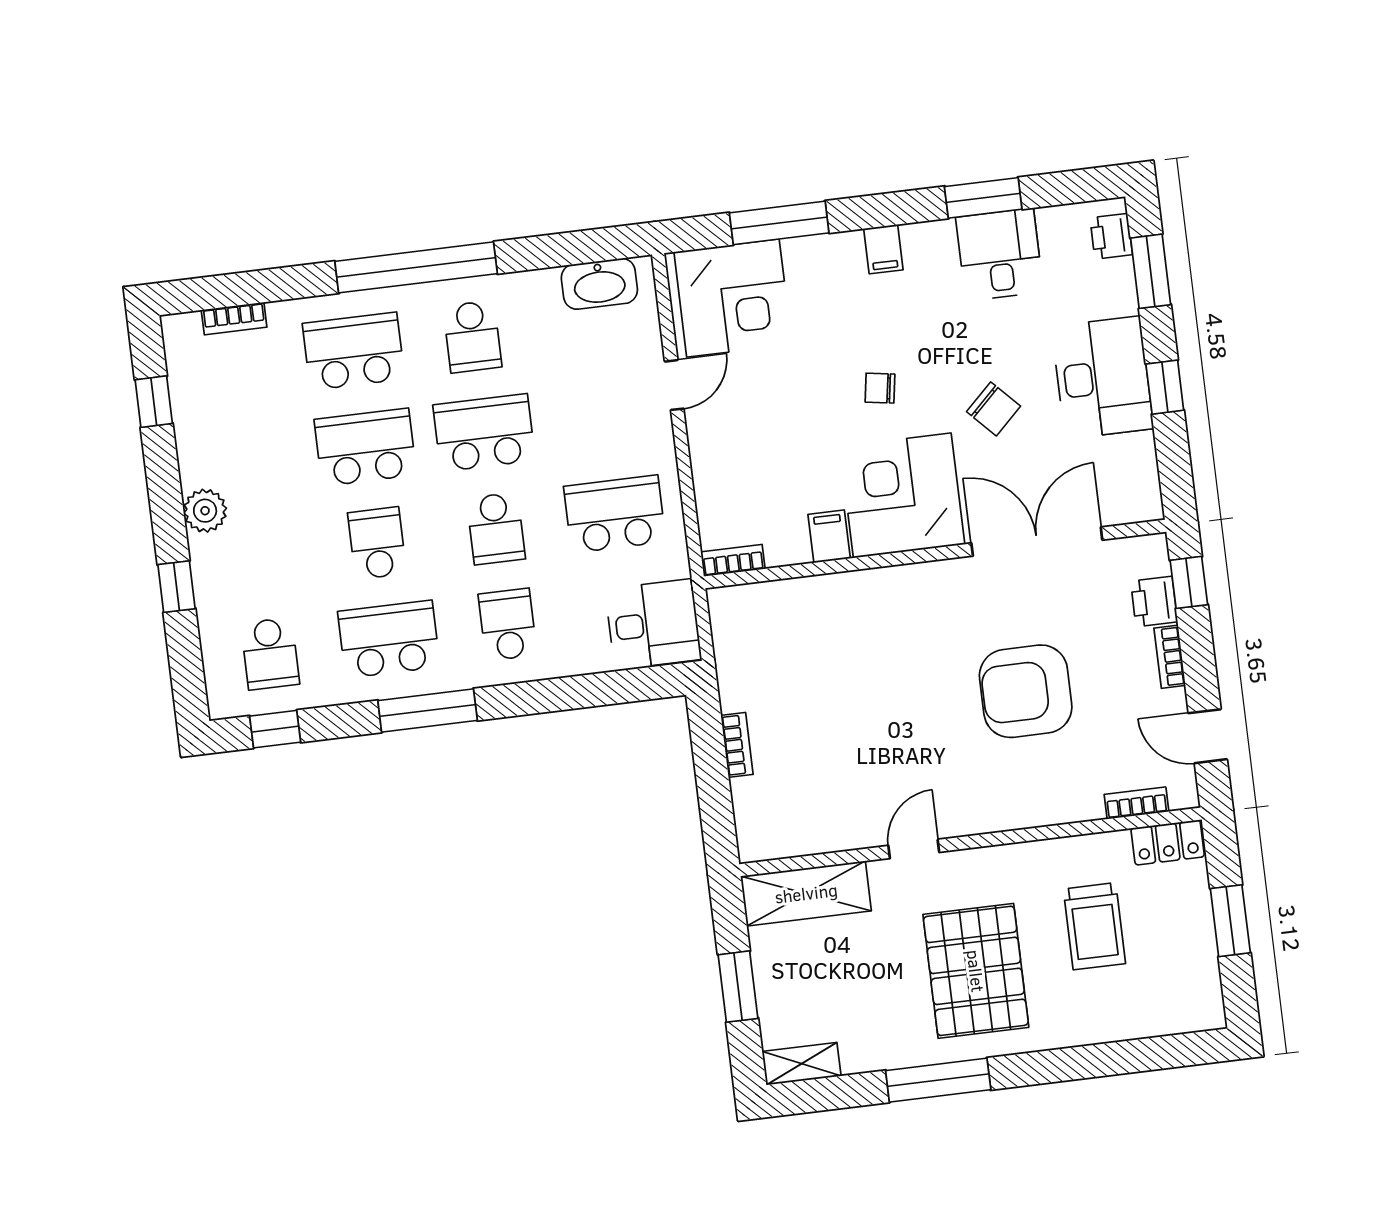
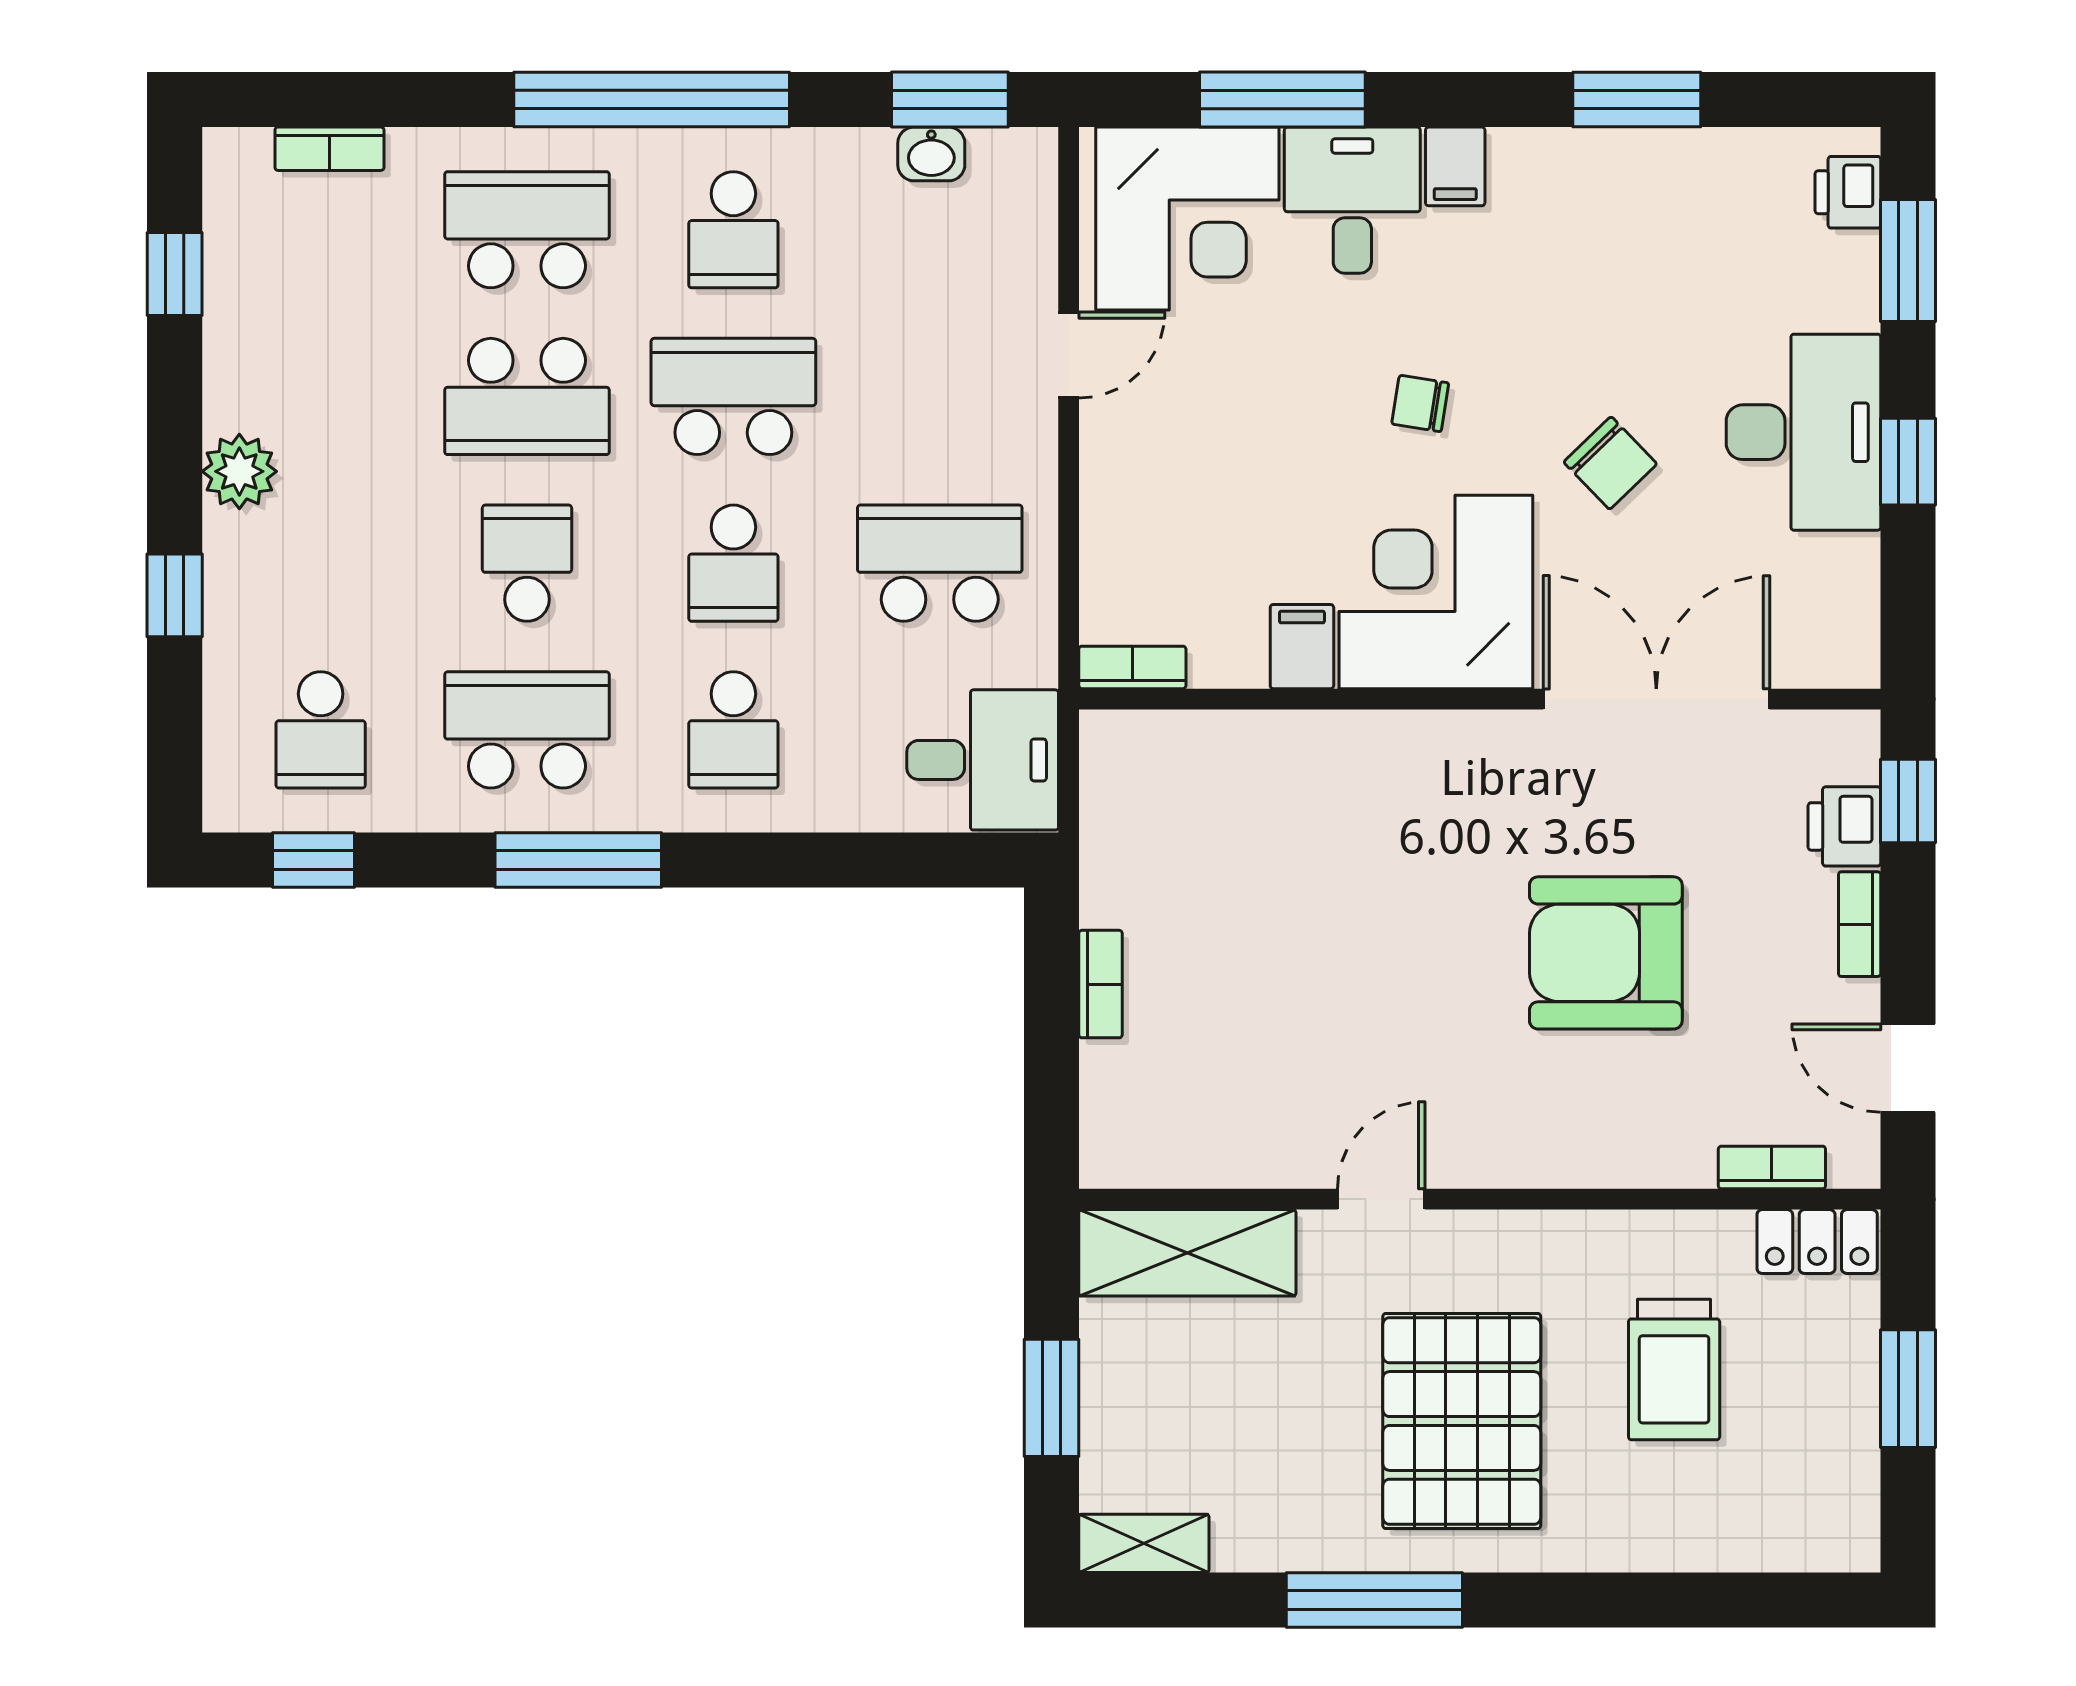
window: (588, 246) -> (950, 100), added
desk: (1000, 255) -> (1352, 200), moved
washbasin: (599, 284) -> (931, 154), width x0.52, depth x0.69
school desk: (365, 447) -> (527, 396), turned 180
school desk: (508, 625) -> (733, 730), turned 180

